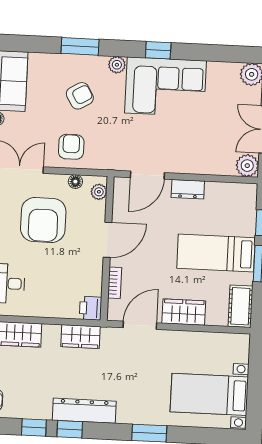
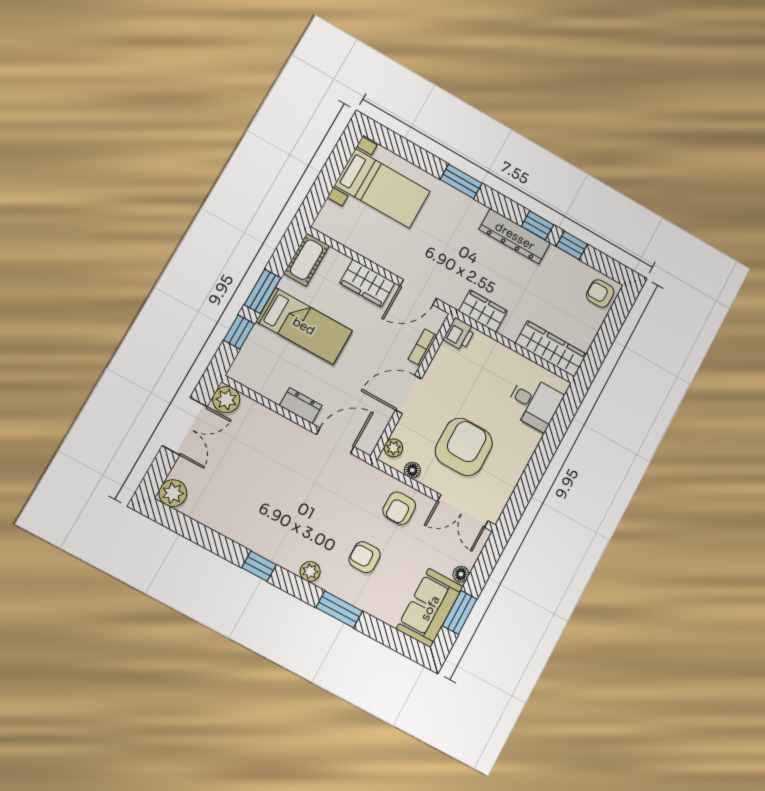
corner sofa: (165, 87) -> (271, 524), removed
armchair: (80, 96) -> (365, 557), turned 30

